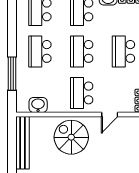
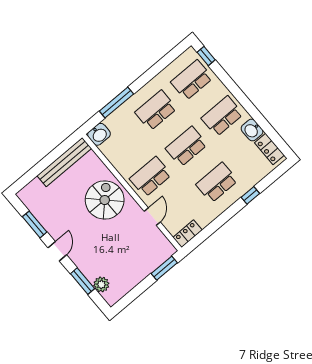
washbasin: (38, 105) -> (99, 134), moved, turned 90
door: (110, 115) -> (152, 217), swing flipped

